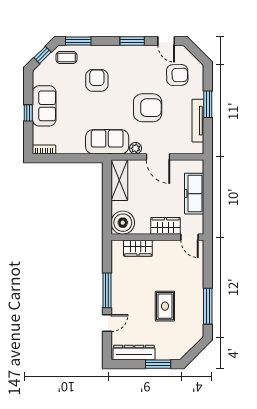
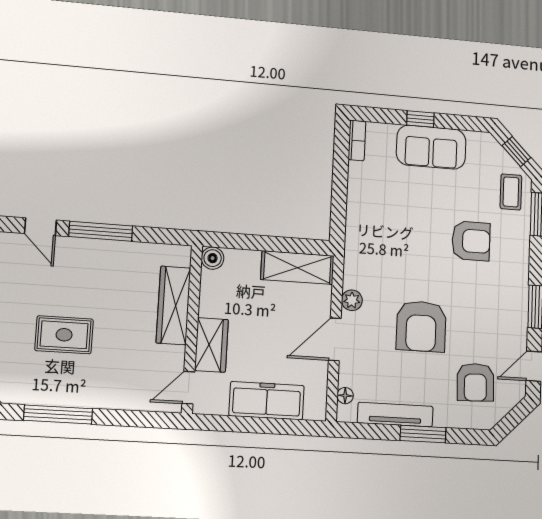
sofa: (107, 142) -> (365, 251), removed
floor lamp: (189, 150) -> (345, 396), added
boiler: (123, 223) -> (213, 258), width x0.54, depth x0.54
wardrobe: (138, 248) -> (173, 305), width x1.50

